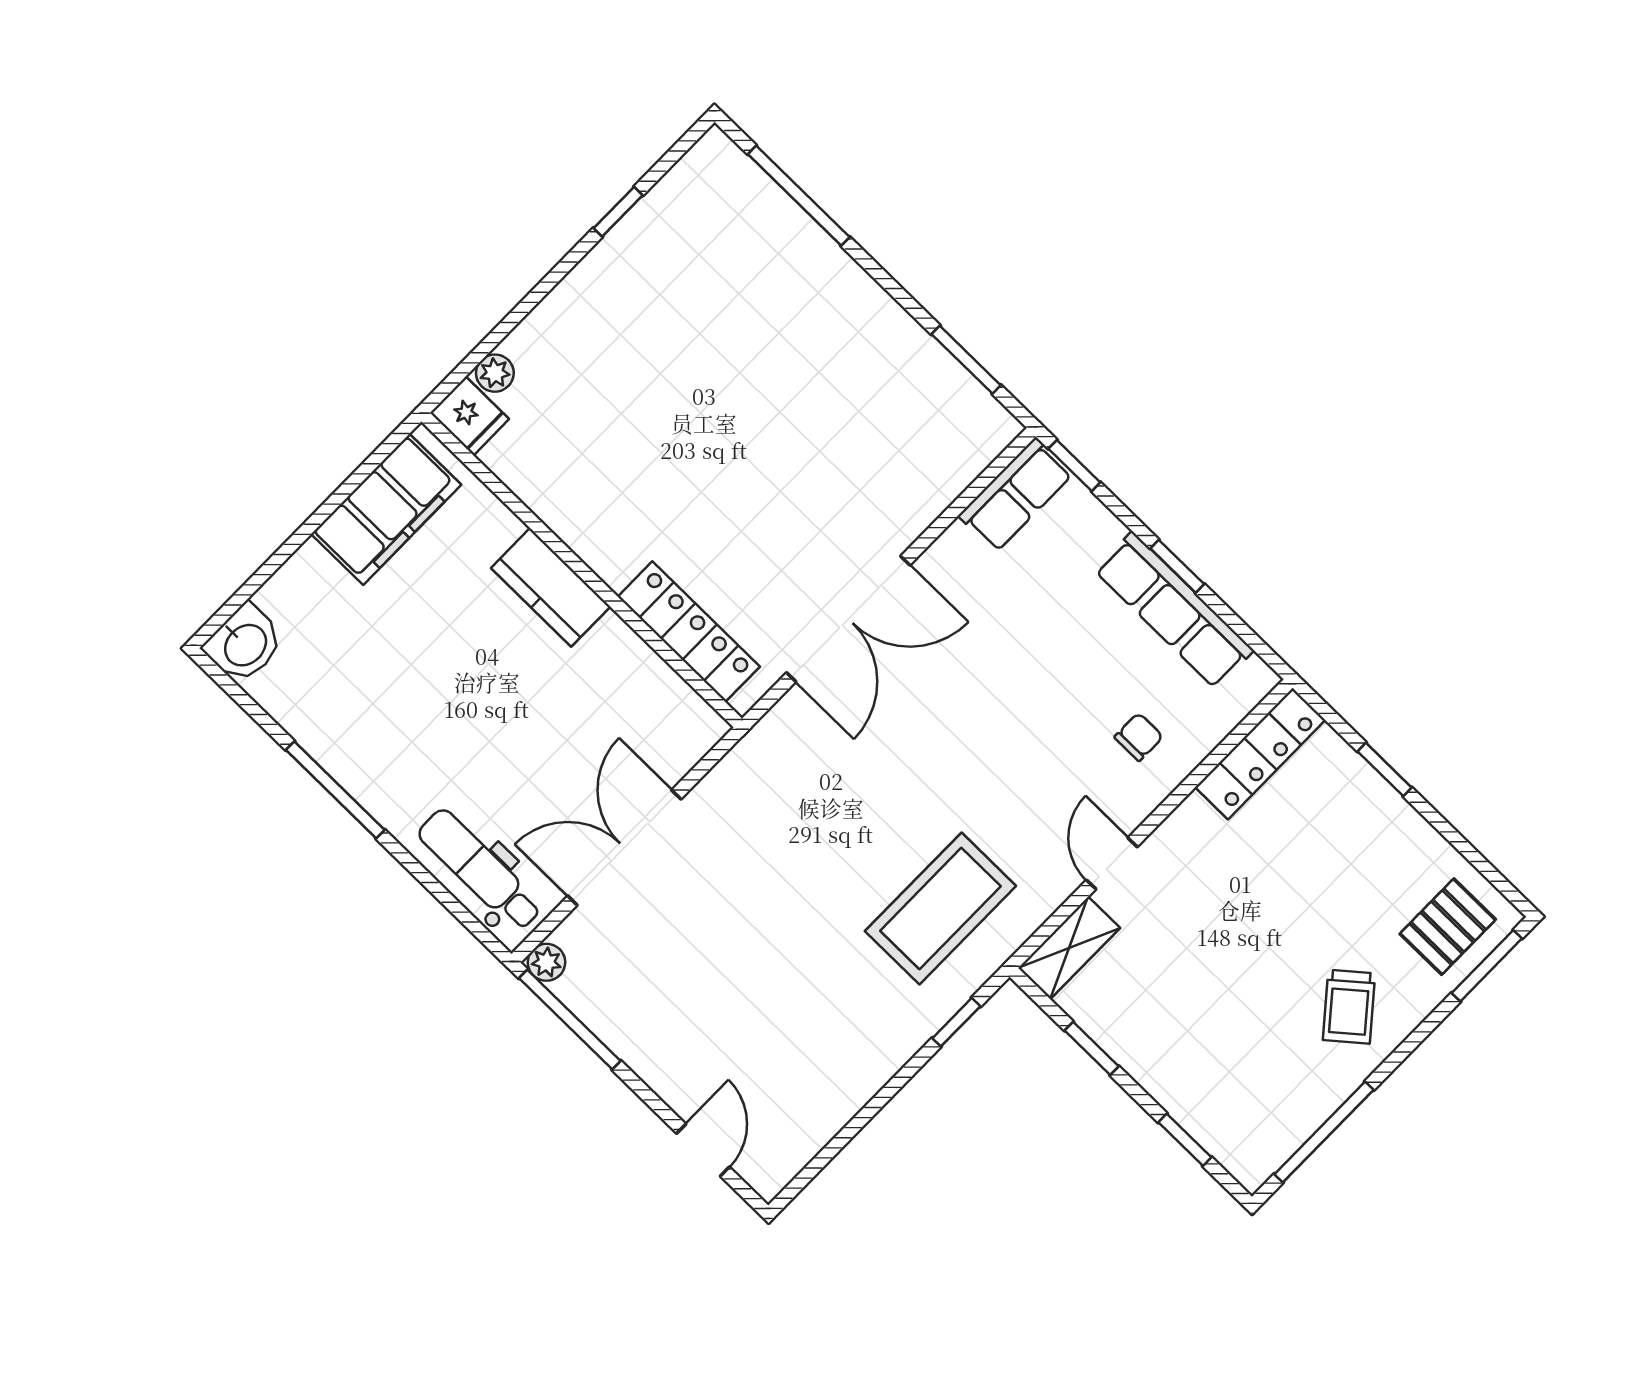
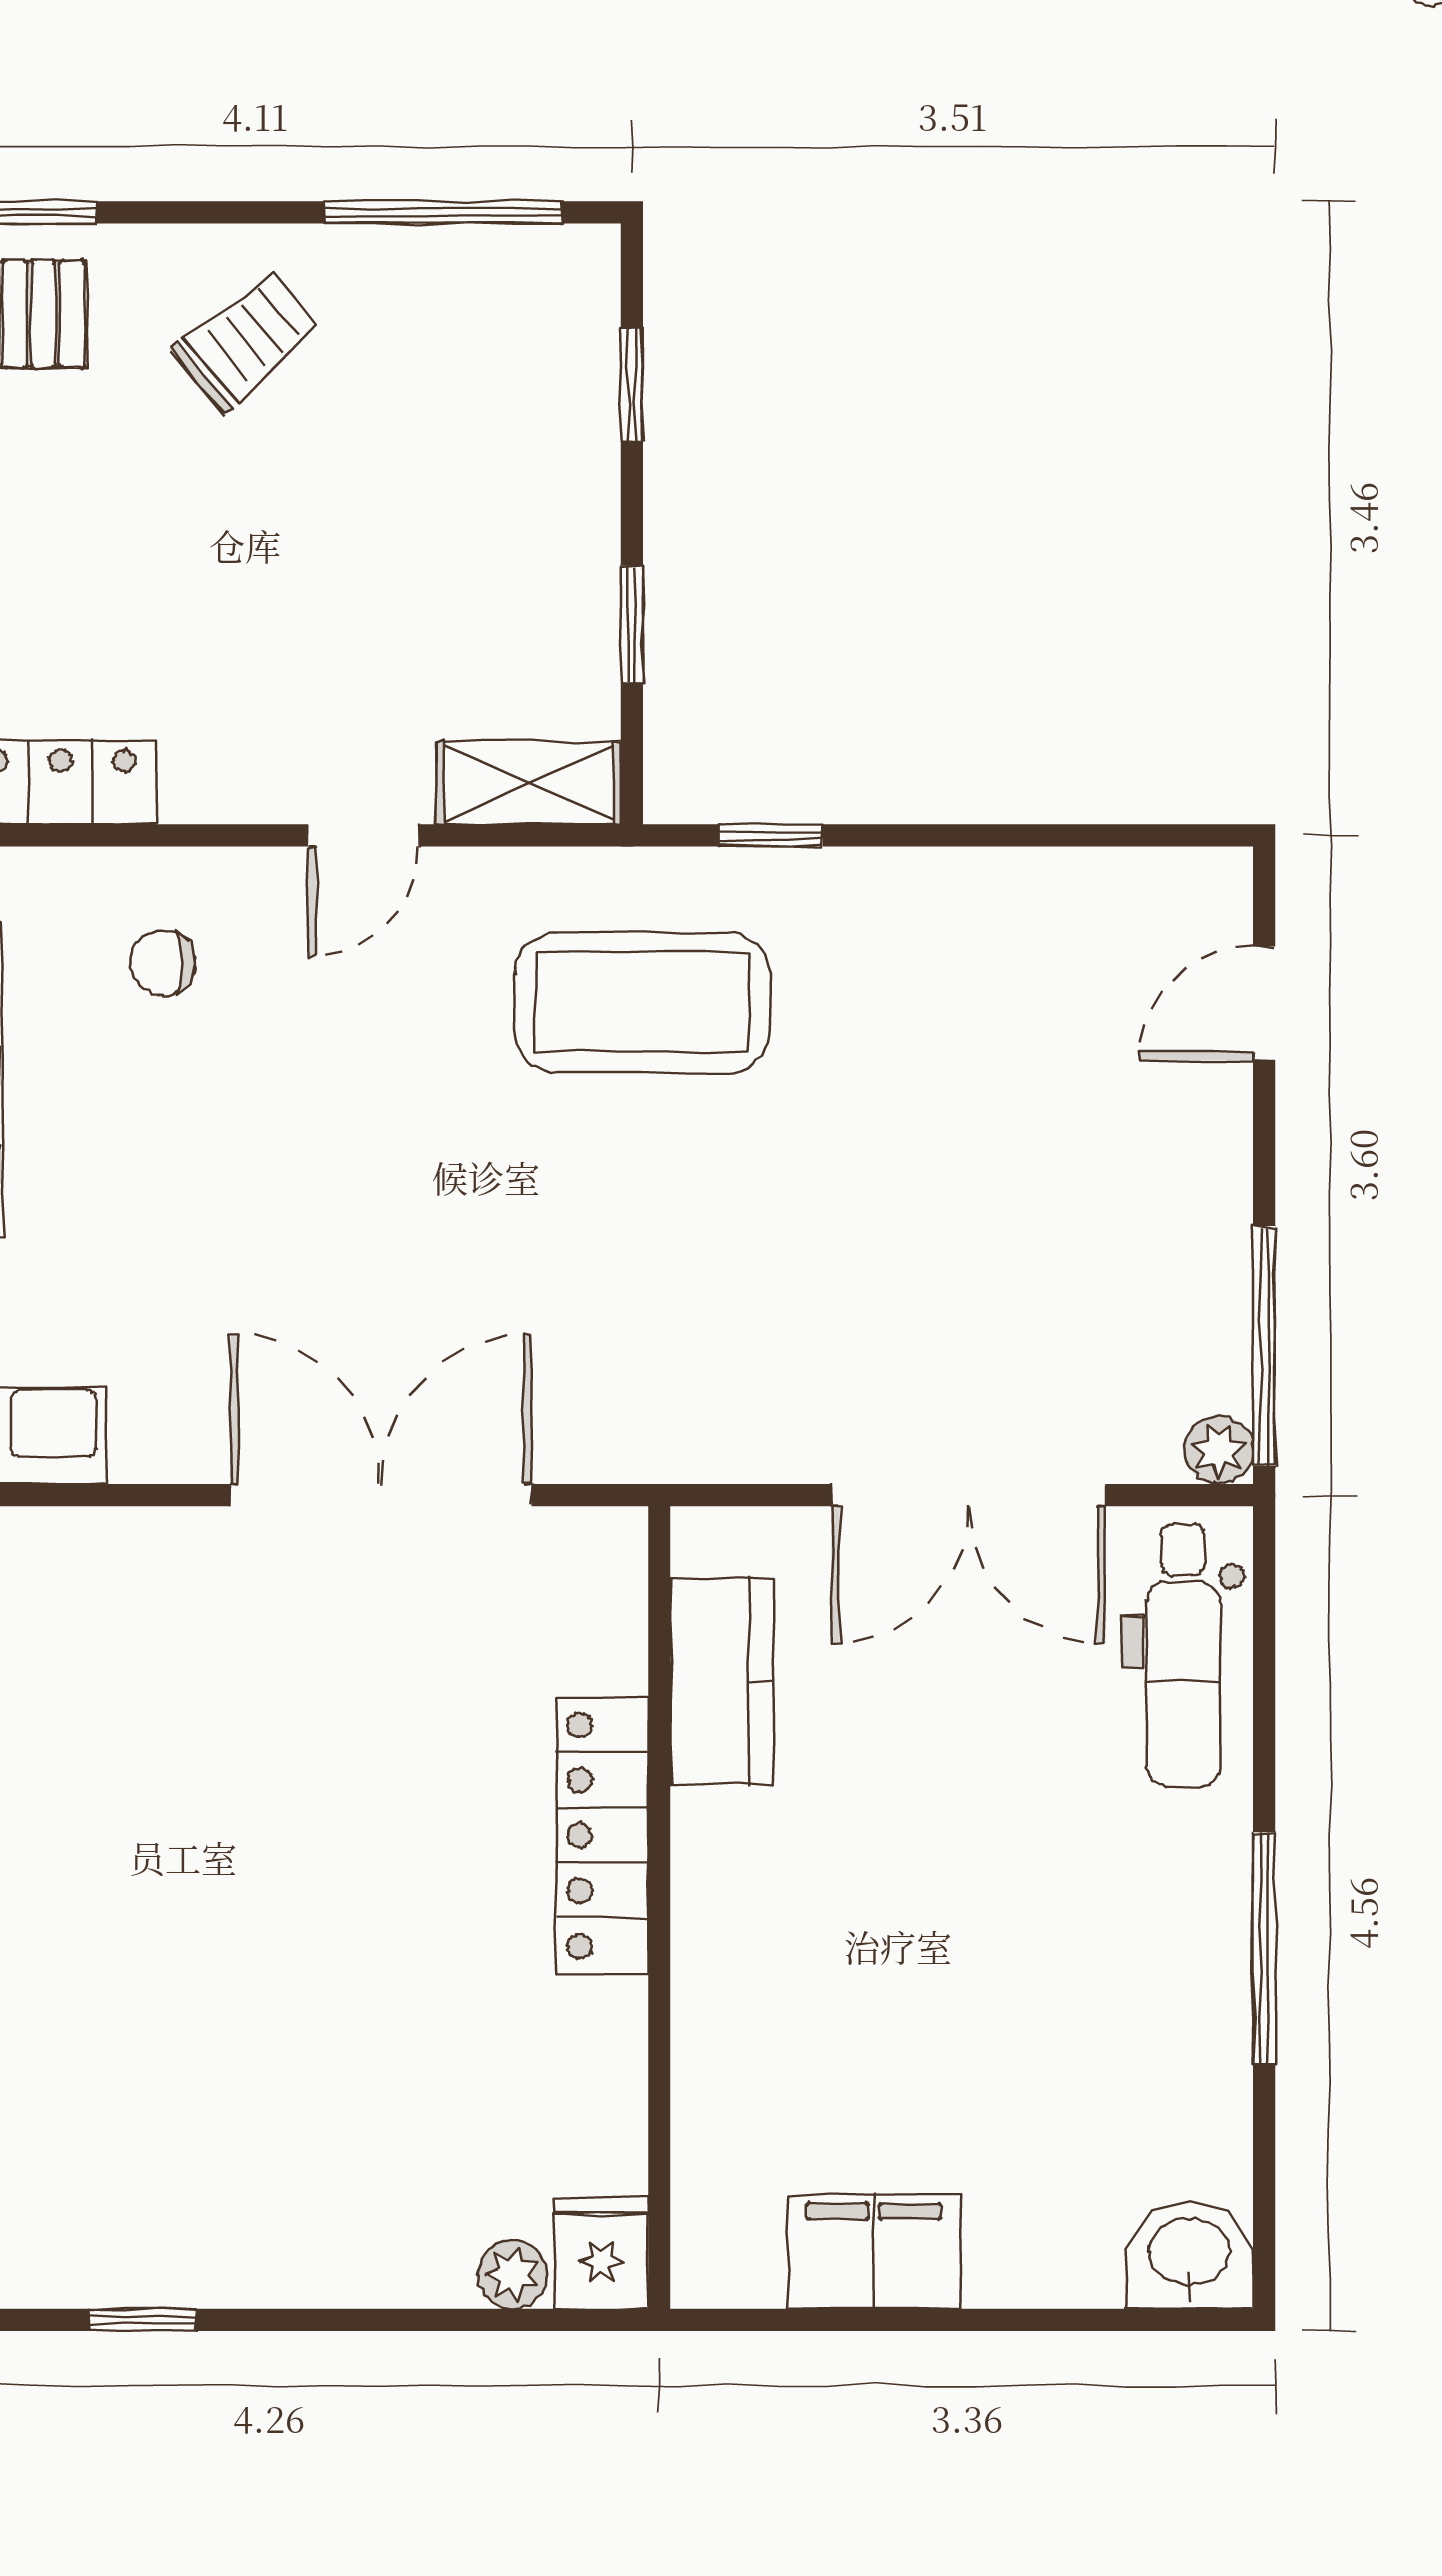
filing cabinet: (386, 509) -> (874, 2251), width x0.67, depth x0.86
kitchen counter: (551, 587) -> (722, 1681), moved
locker: (689, 632) -> (602, 1835), moved

